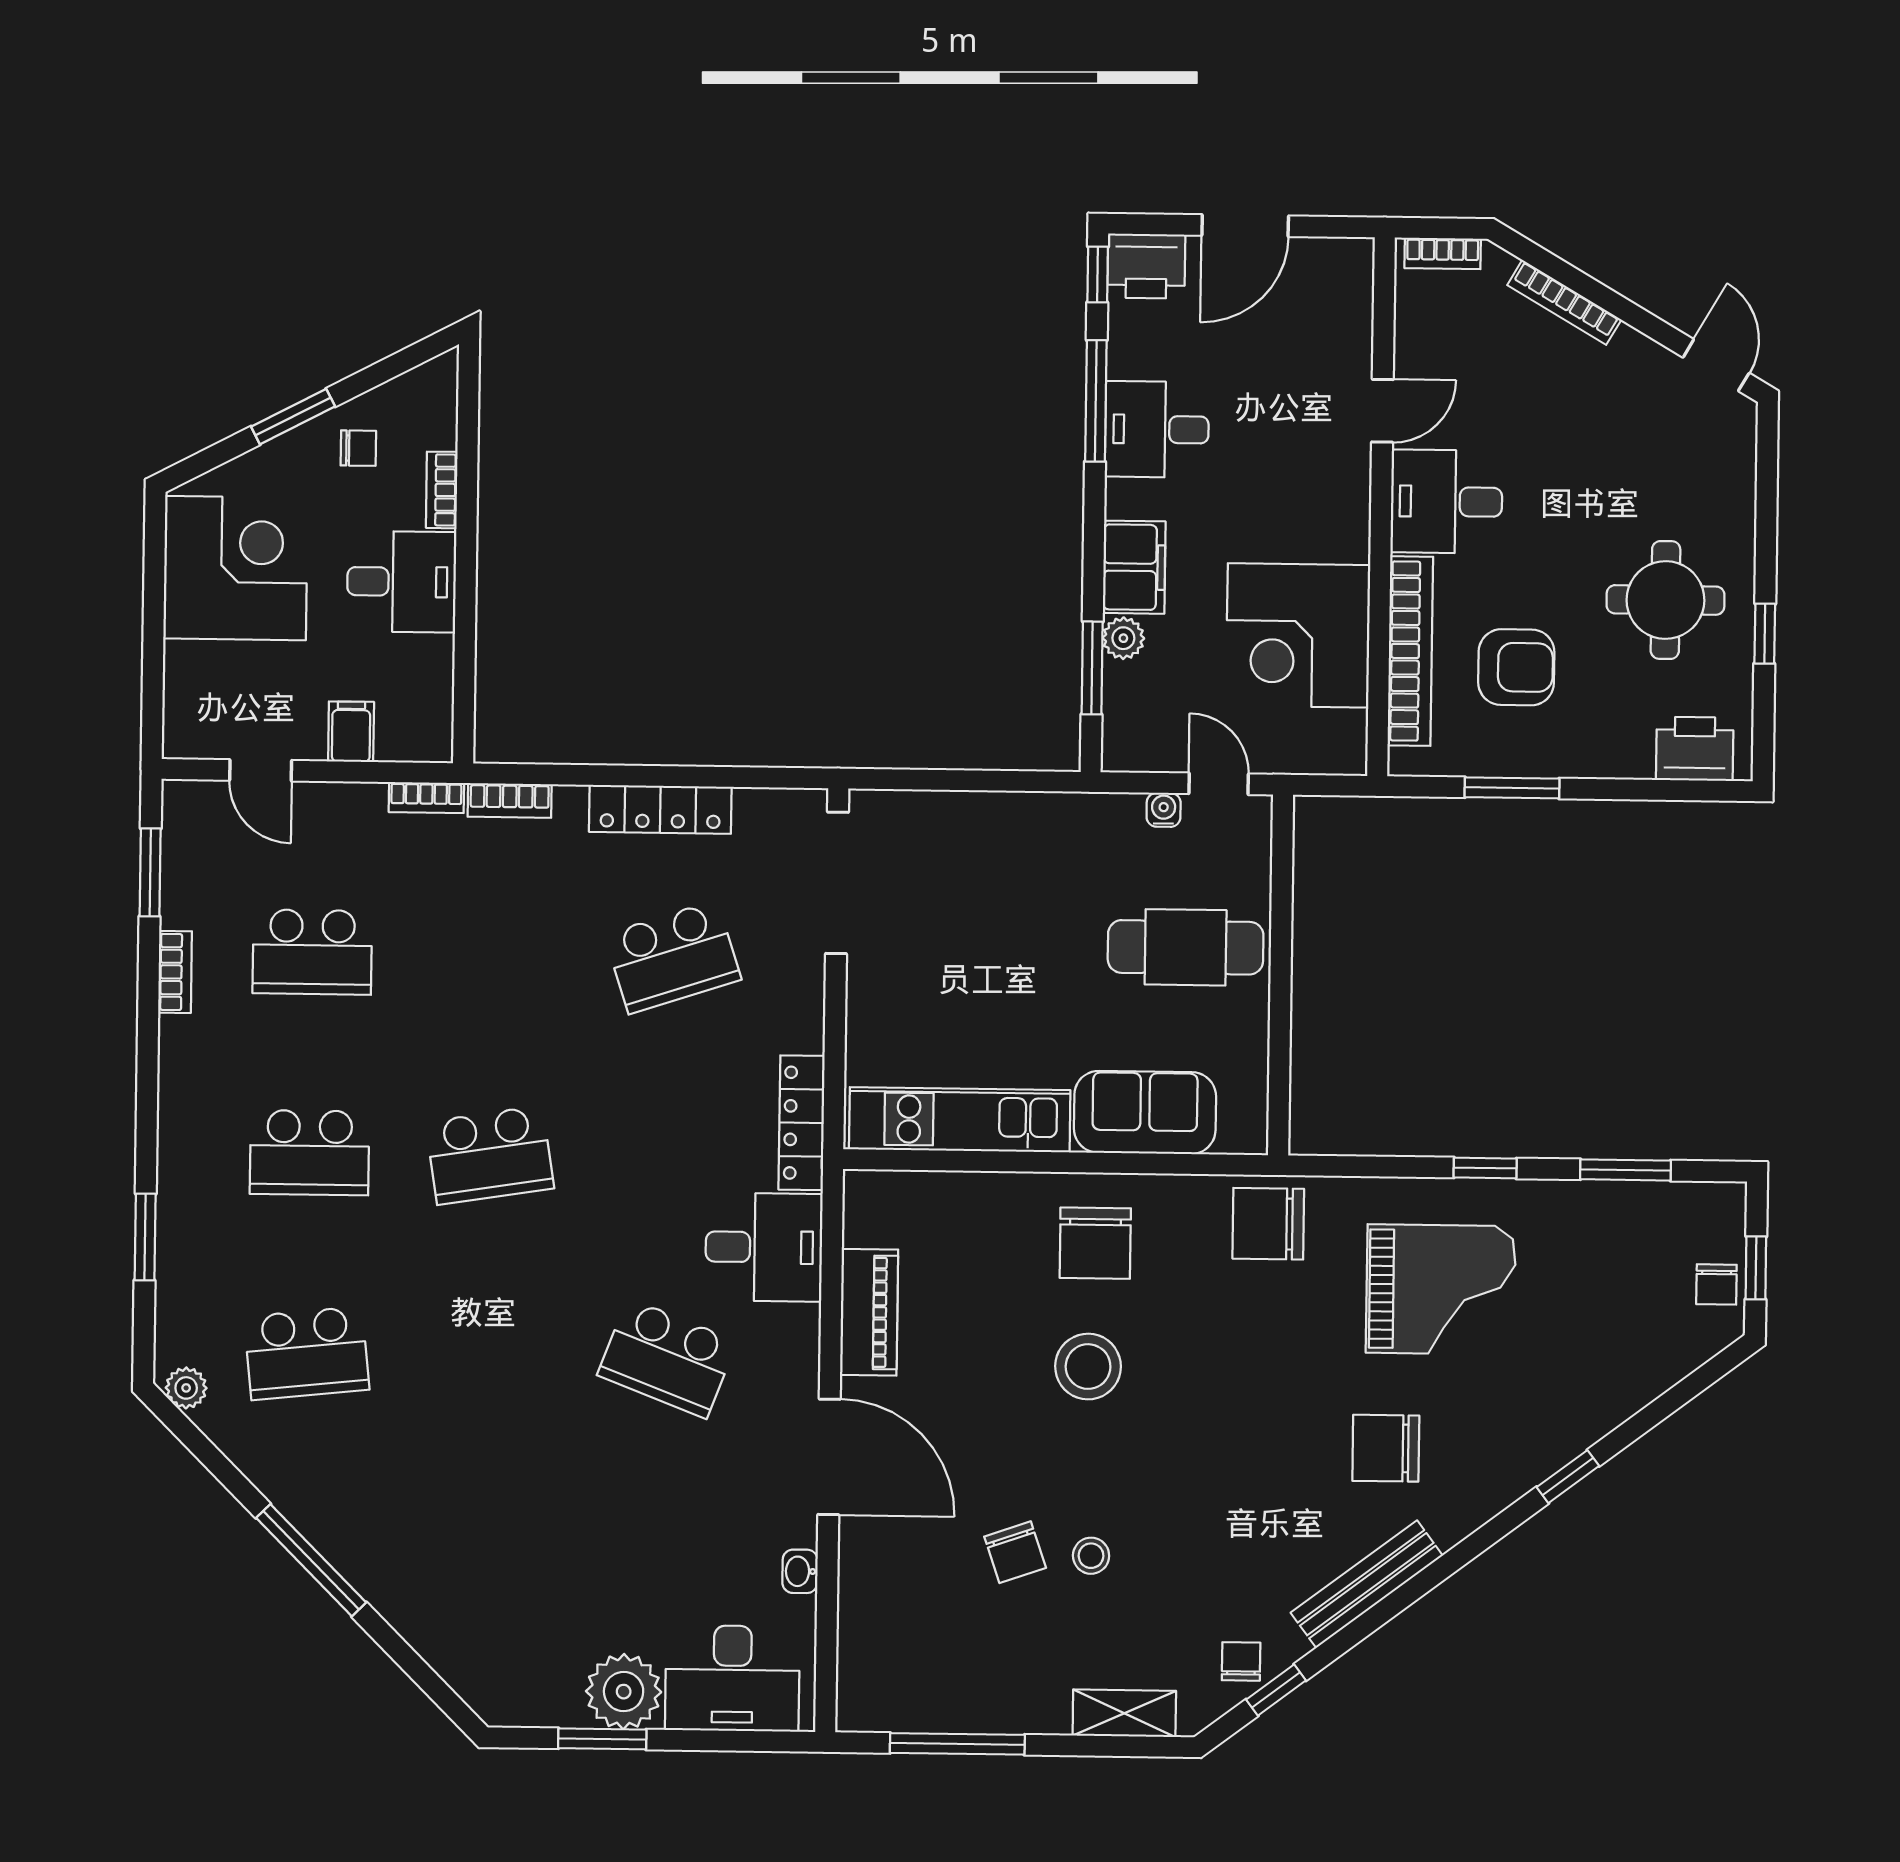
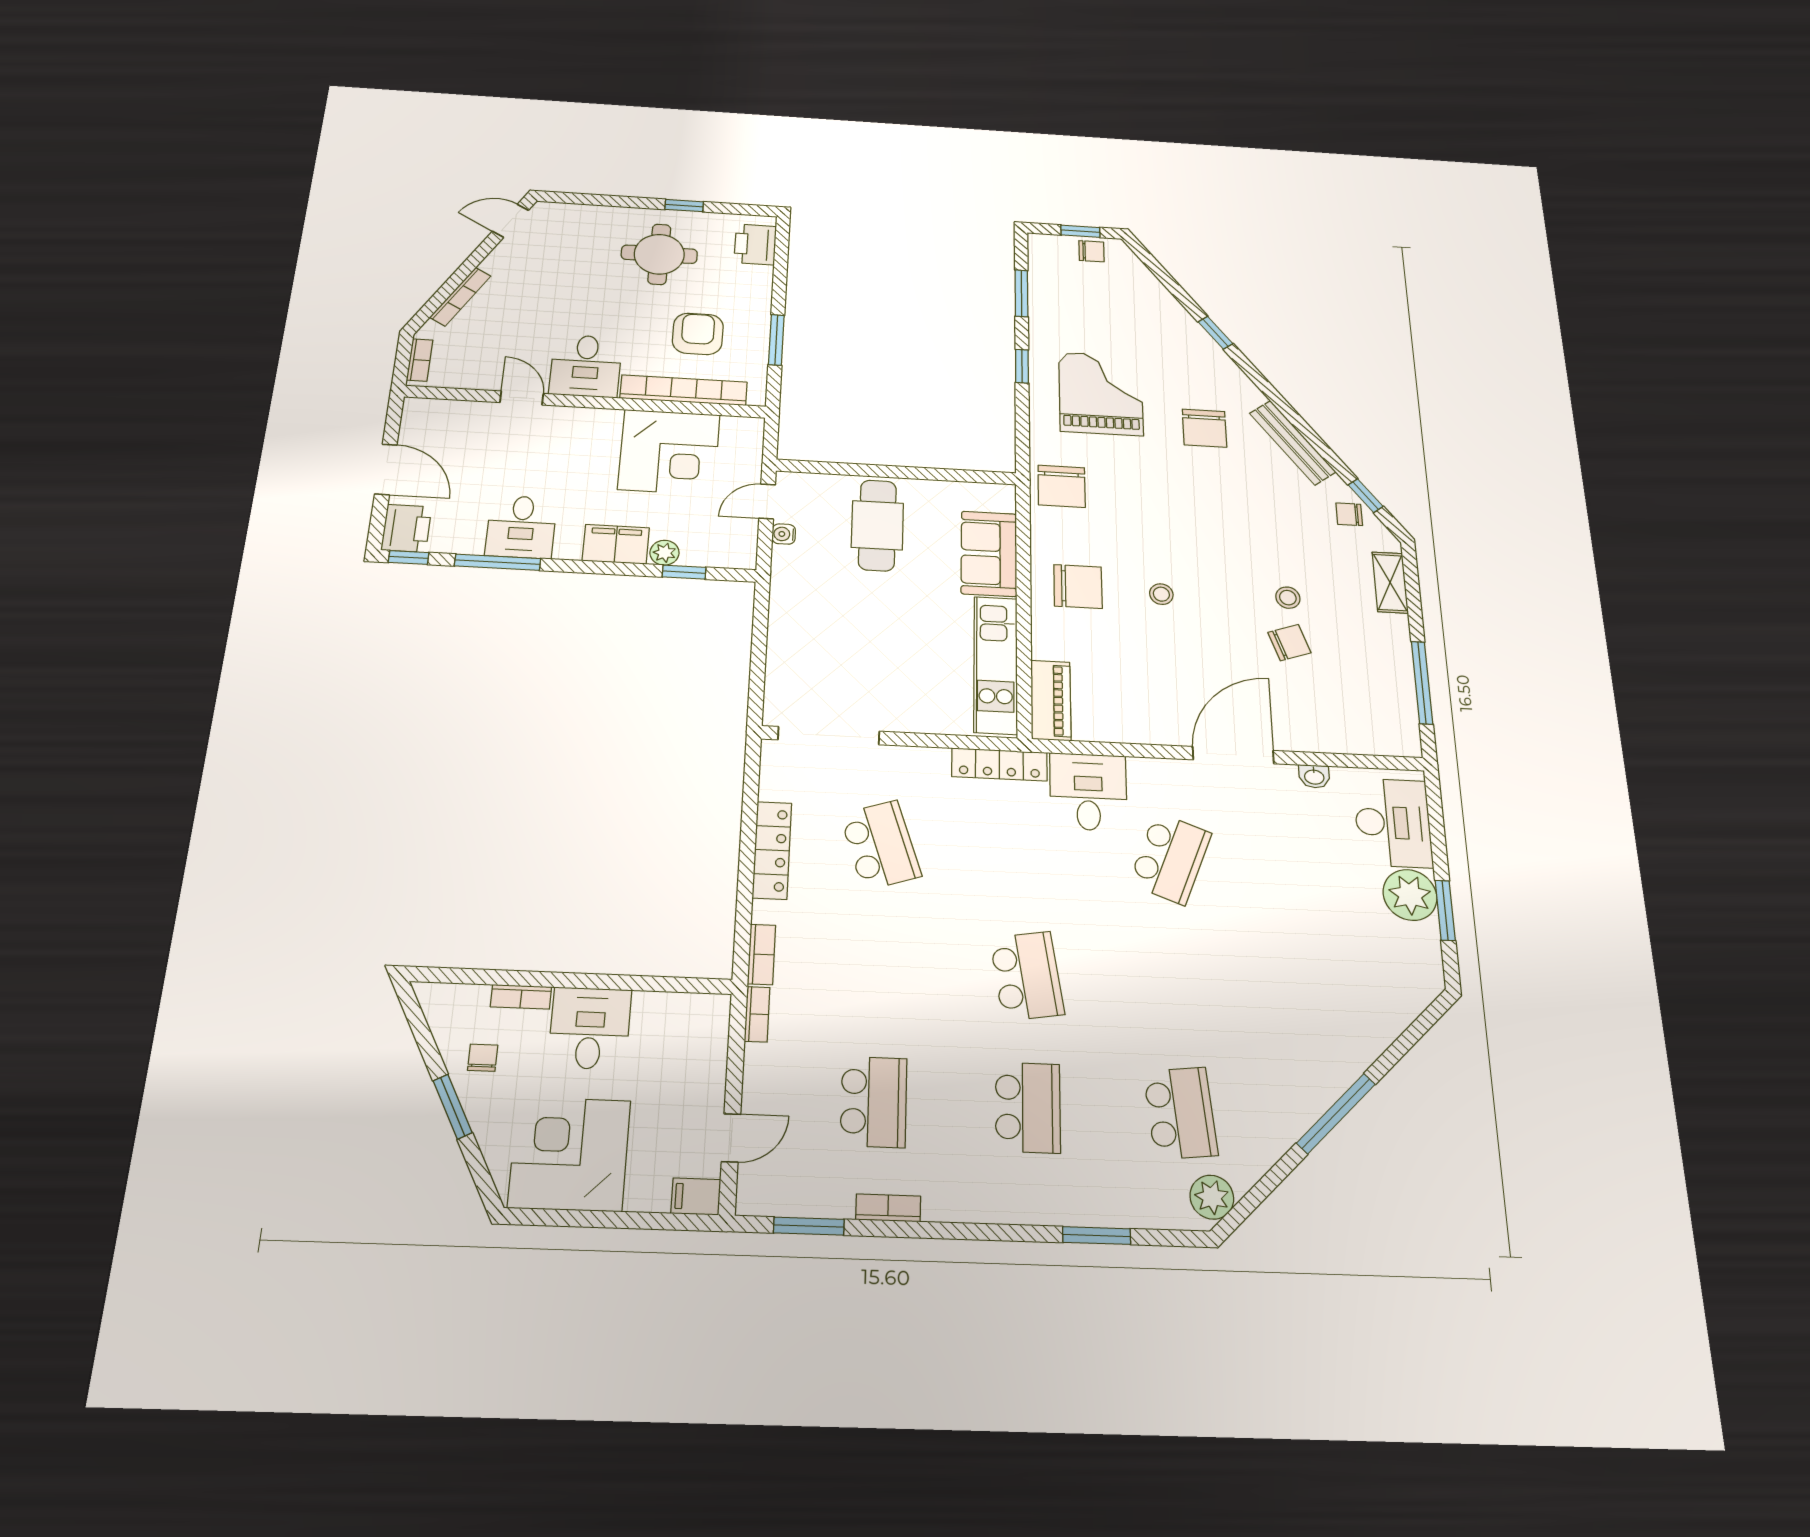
window: (1092, 668) -> (684, 572), width x0.67
filing cabinet: (351, 732) -> (696, 1197), moved
piano: (869, 1312) -> (1051, 700), moved, turned 90
stool: (1088, 1367) -> (1161, 594), width x0.53, depth x0.53
plant: (186, 1388) -> (1212, 1197), width x1.38, depth x1.38

